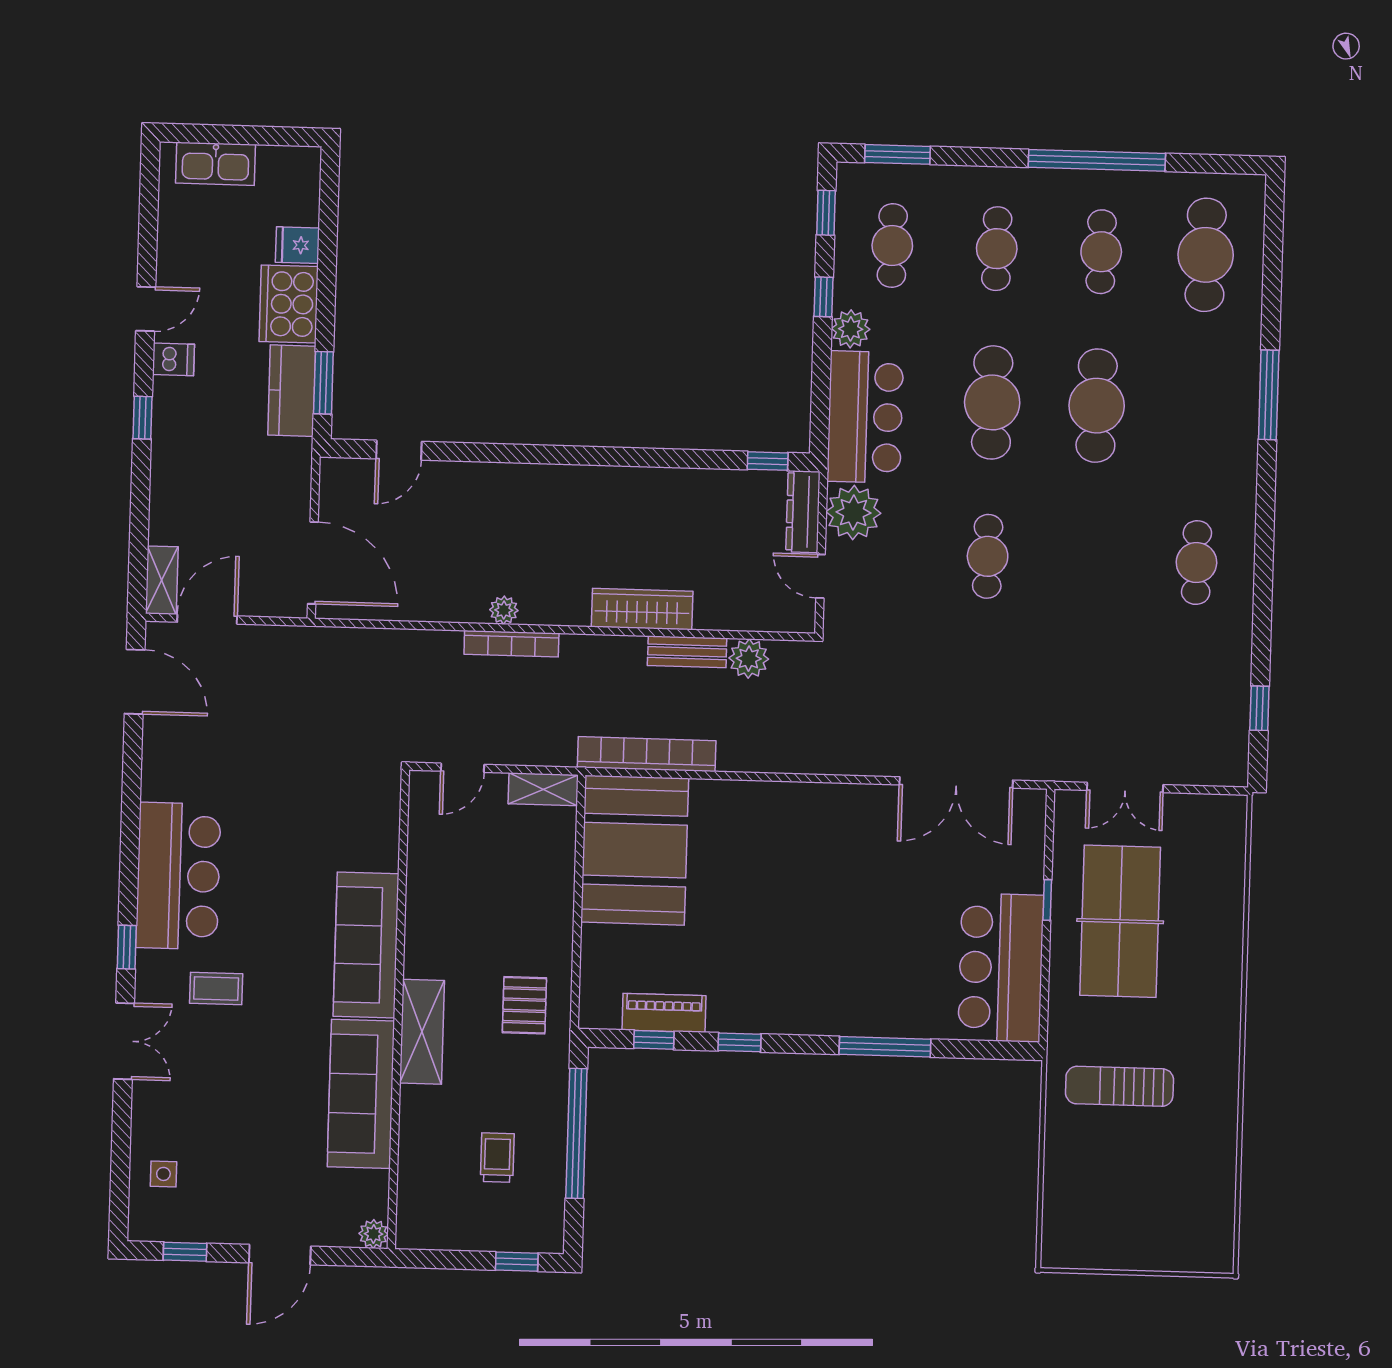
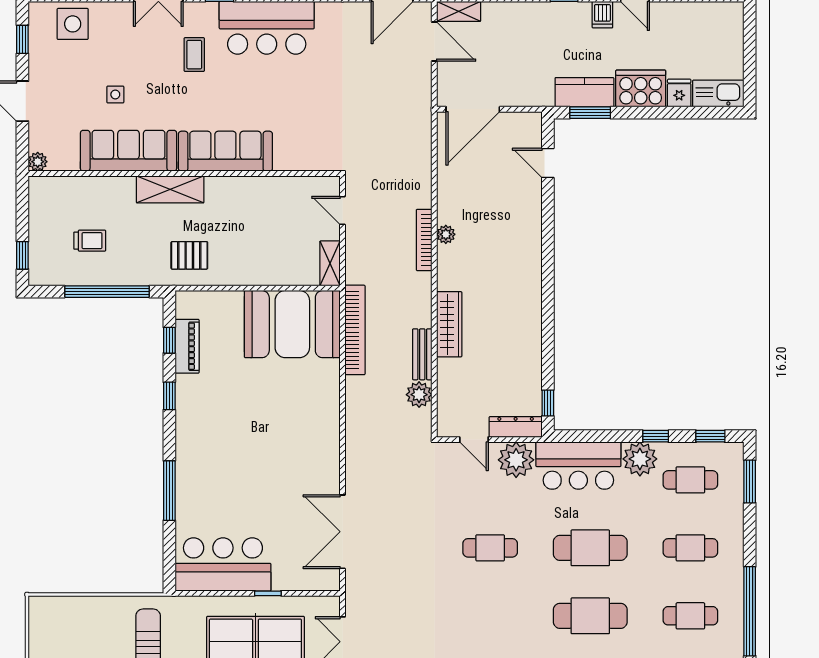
kitchen sink: (215, 164) -> (718, 93), moved, turned 90
plant: (851, 329) -> (640, 459), width x1.36, depth x1.36
door: (821, 576) -> (474, 440), swing flipped
side table: (274, 1112) -> (115, 94), added
side table: (163, 1174) -> (73, 24), width x1.87, depth x1.87

